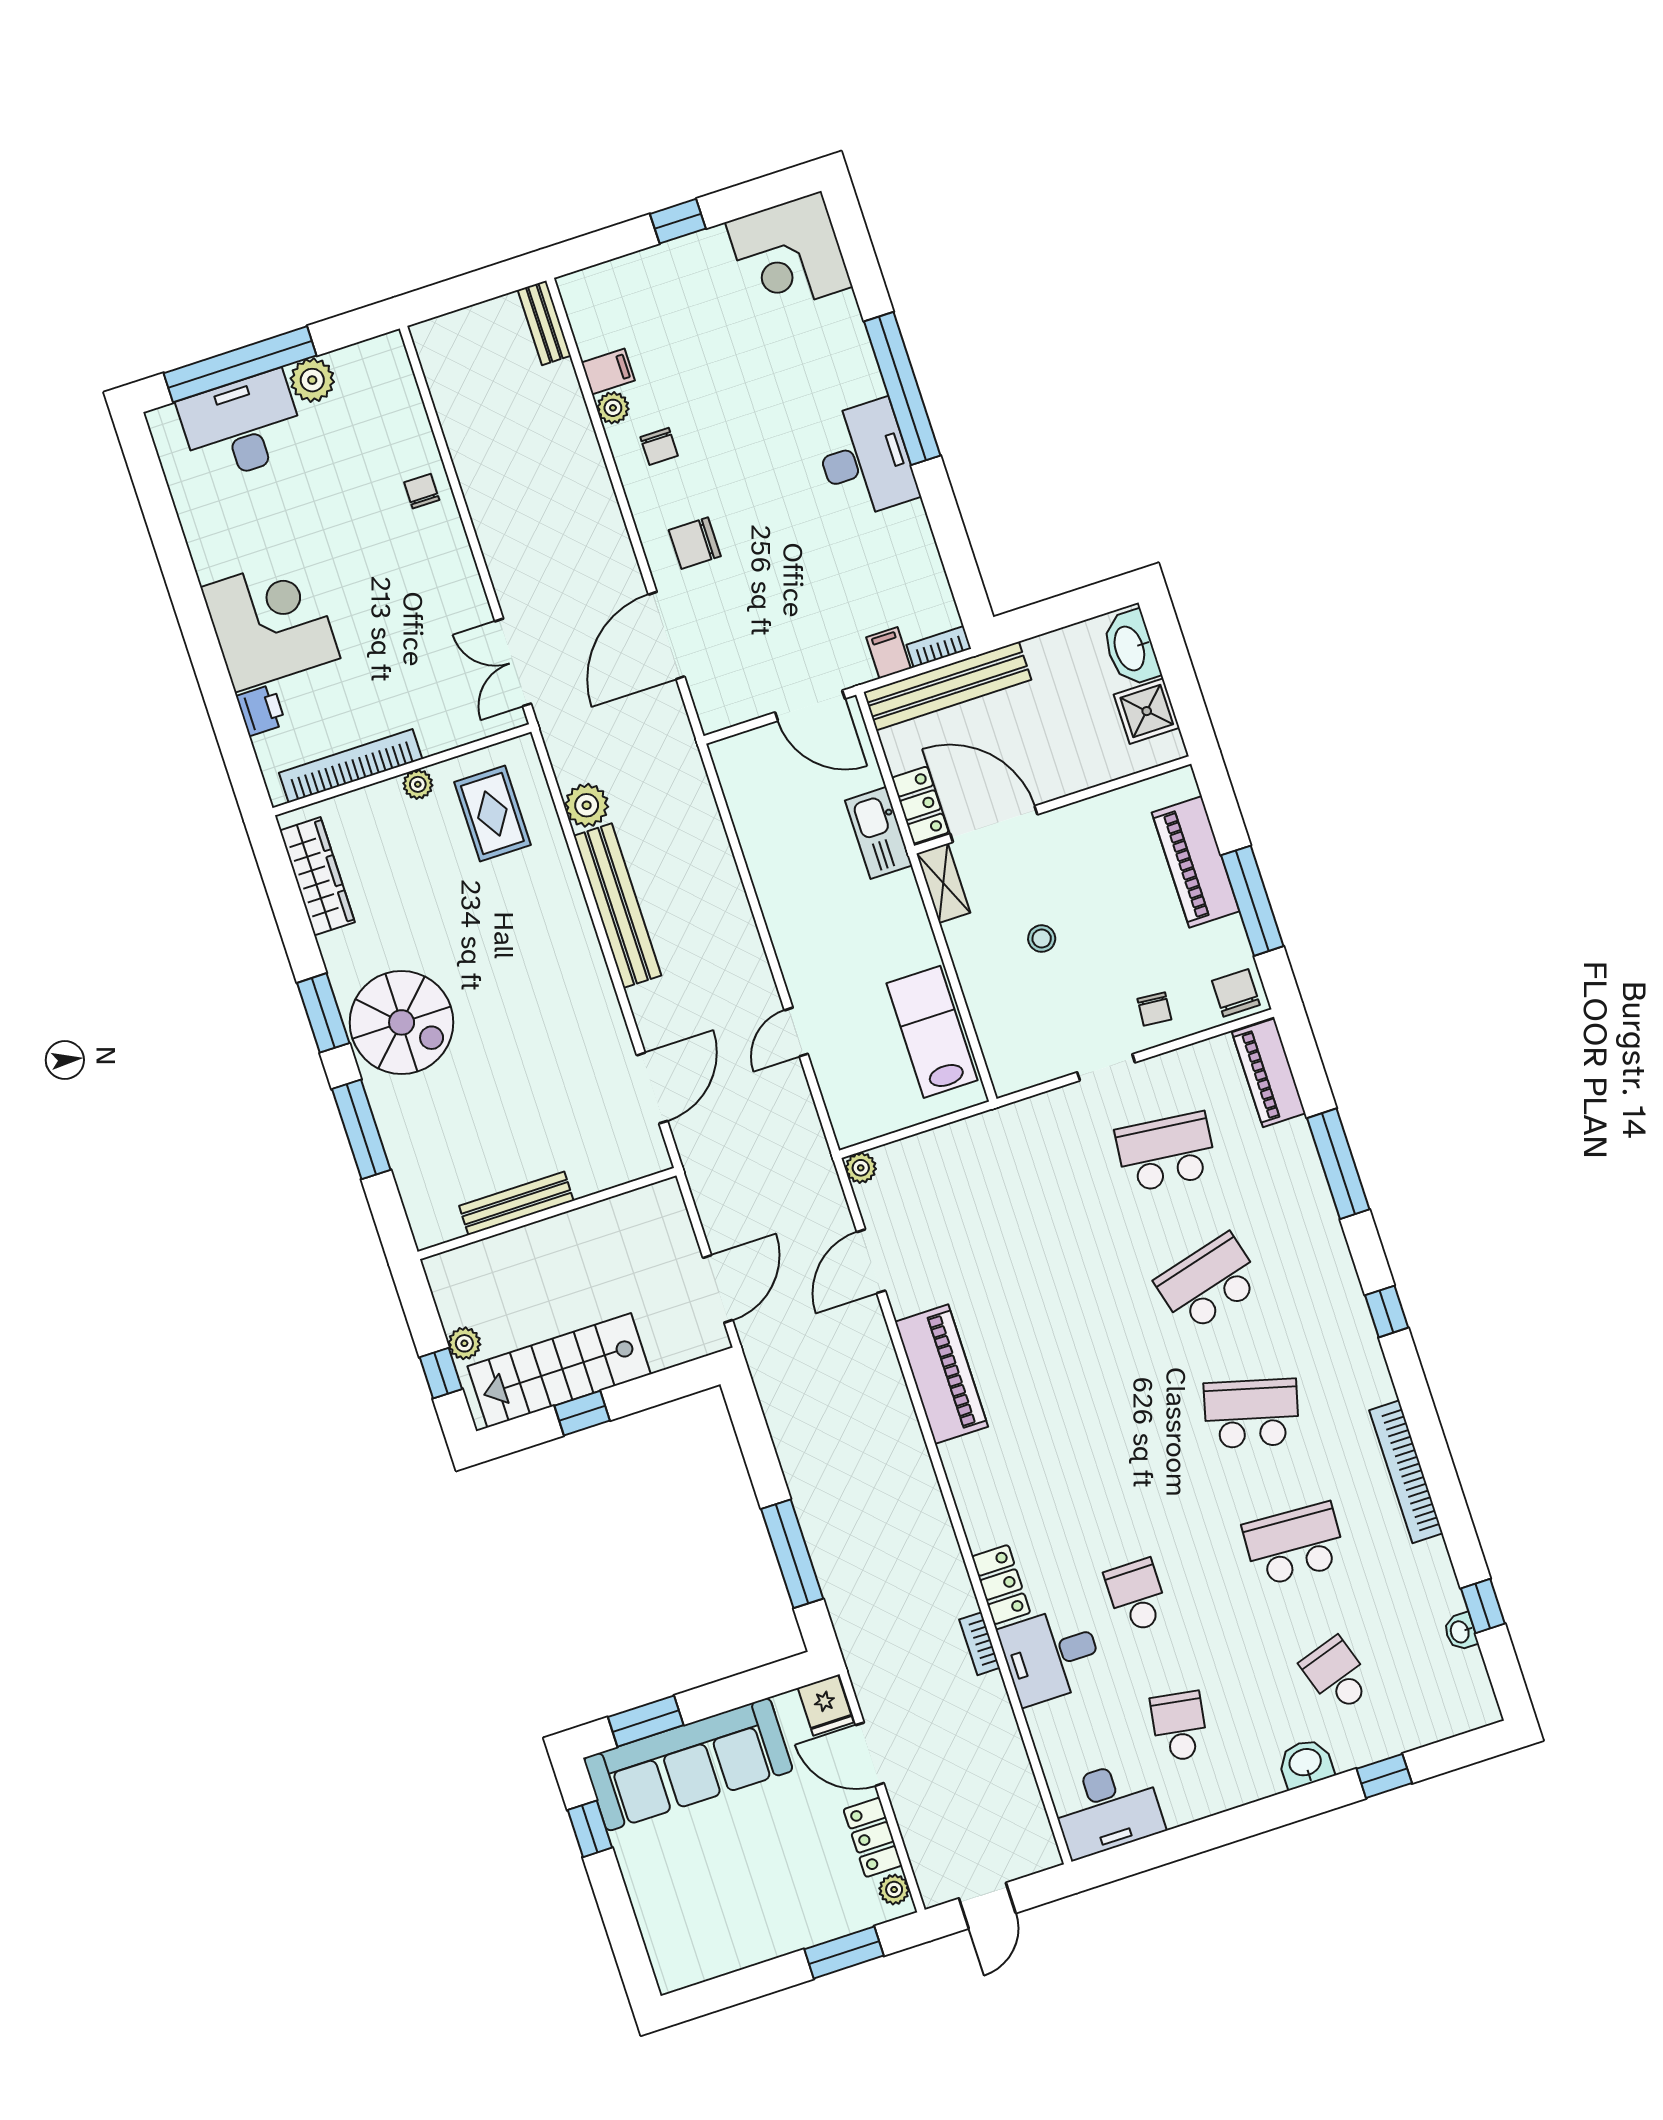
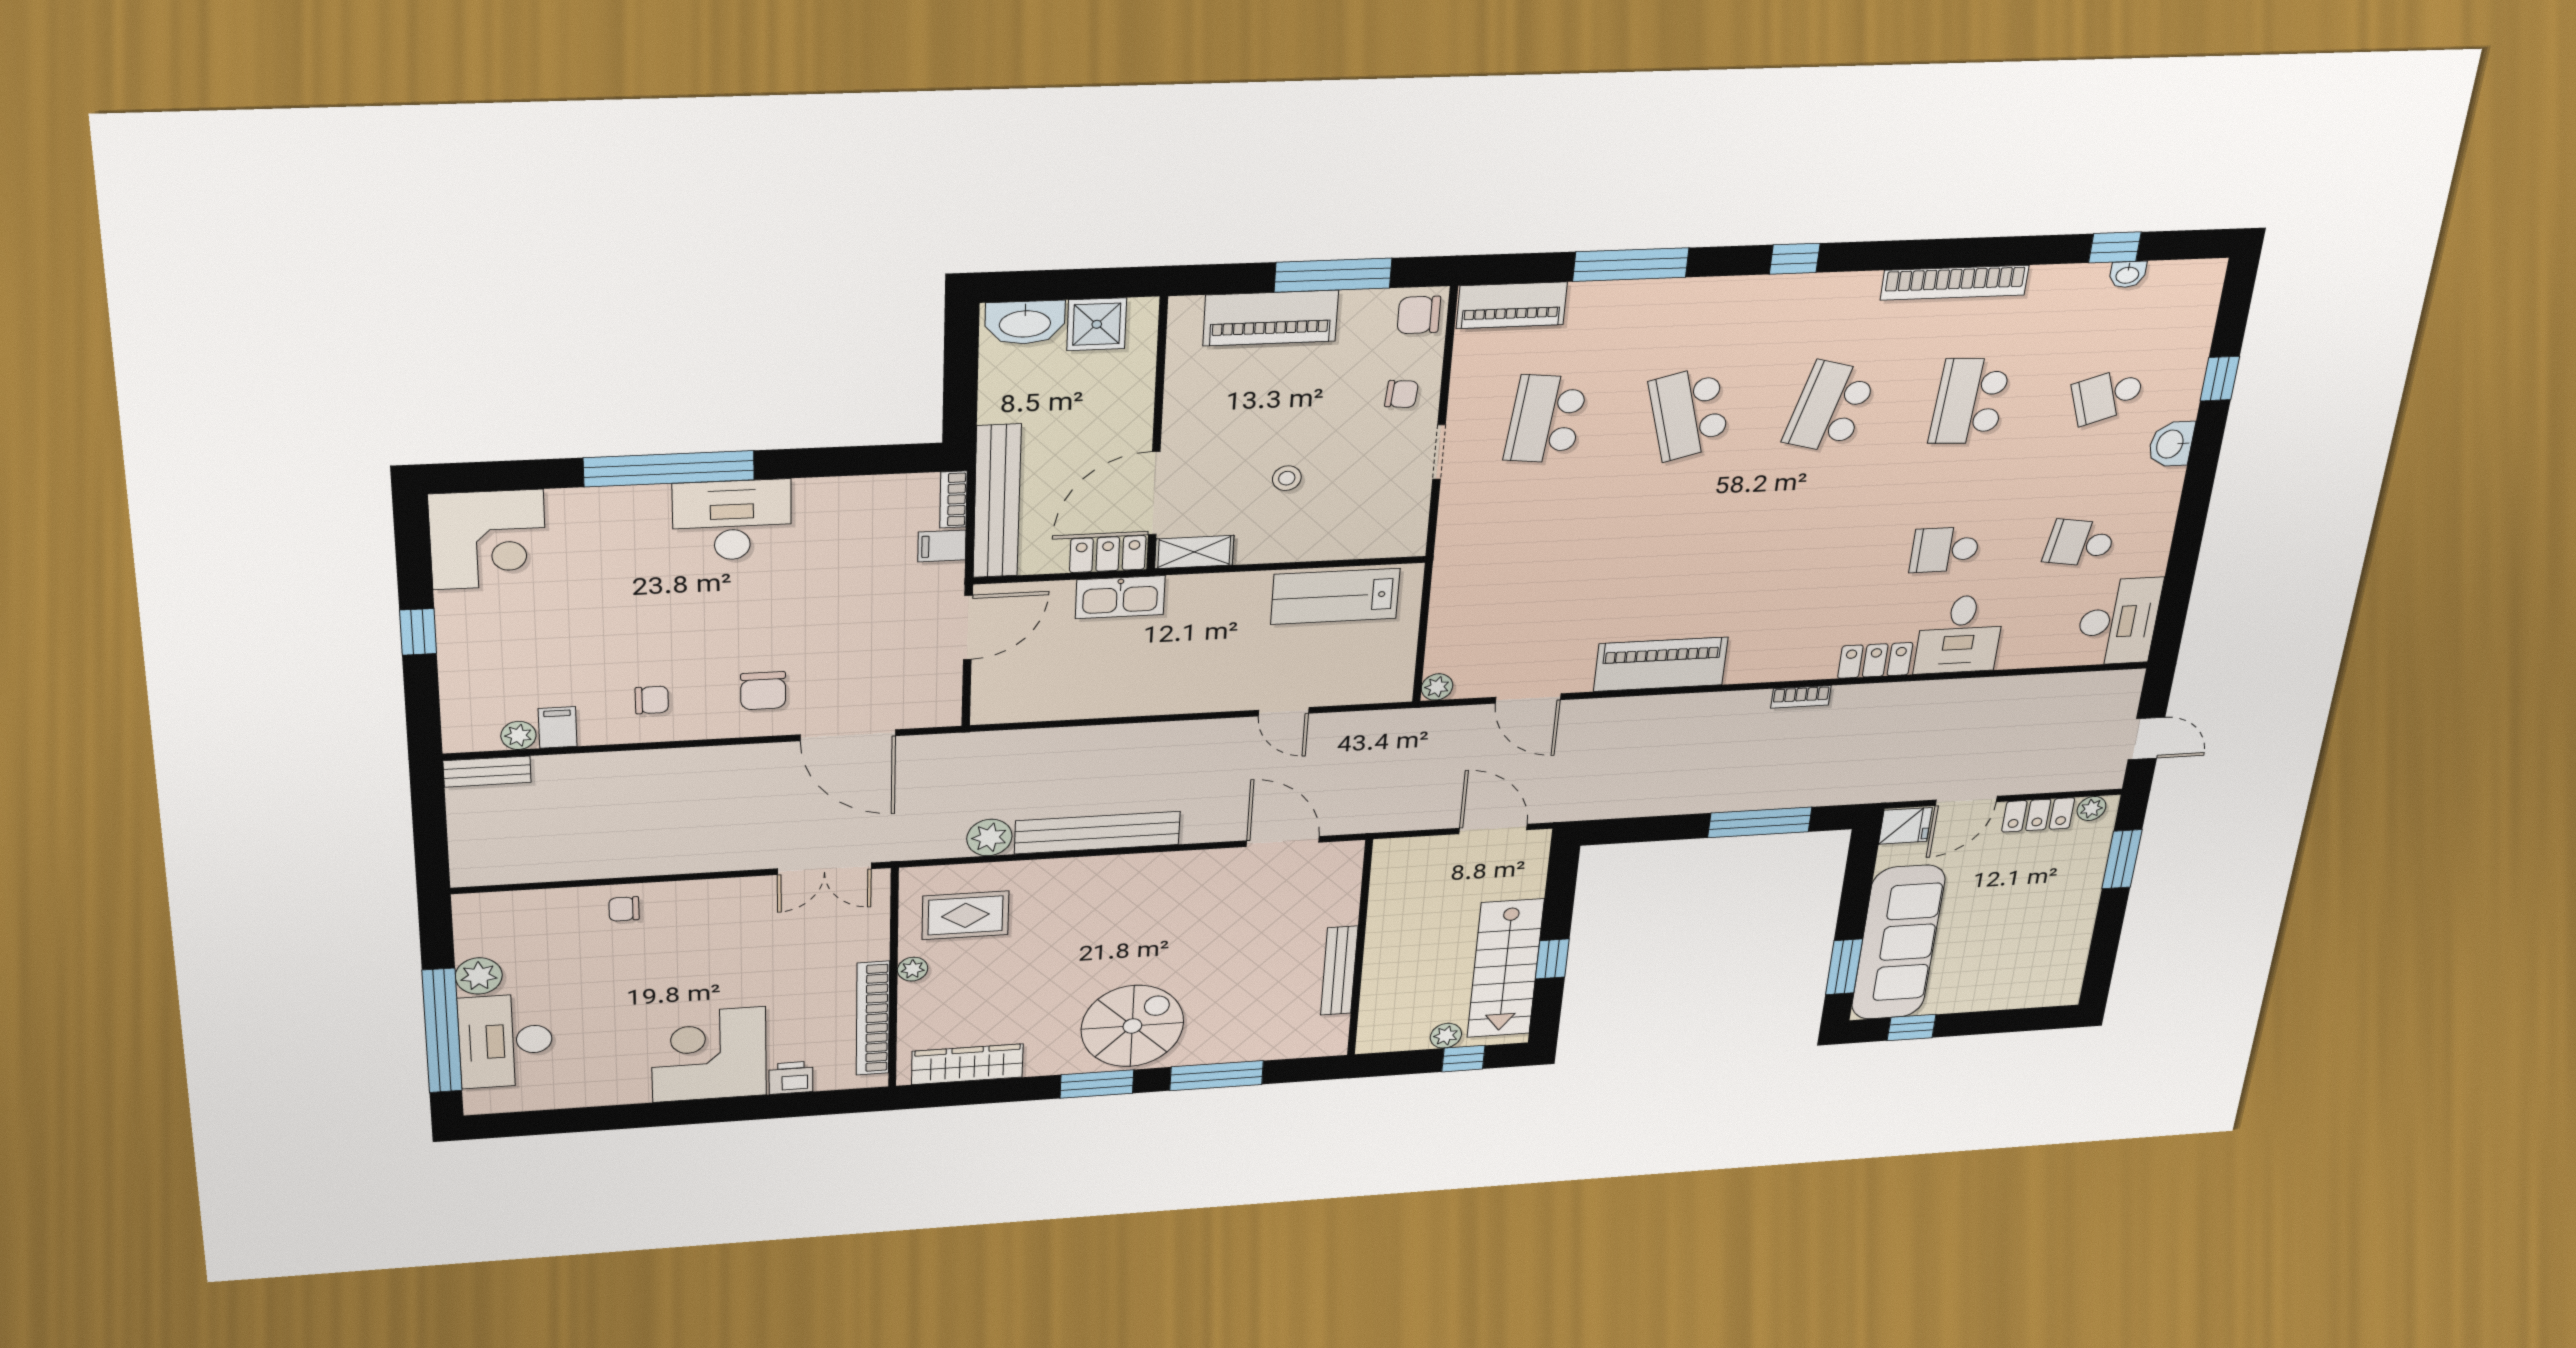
plant: (613, 408) -> (518, 735), moved
bookcase: (980, 1644) -> (1801, 697), moved

